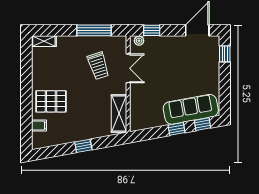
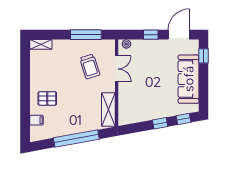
window: (152, 30) -> (151, 35), moved
pallet: (51, 101) -> (47, 98), width x0.67, depth x0.71
sofa: (191, 109) -> (189, 79), moved, turned -80
window: (83, 146) -> (76, 139), width x3.17

